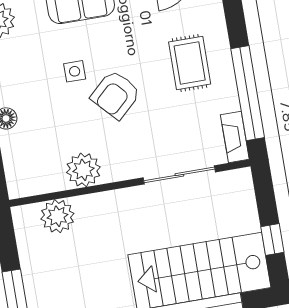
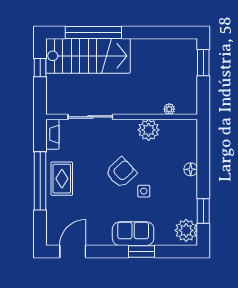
rug: (190, 63) -> (62, 179), moved
window: (248, 93) -> (40, 181), moved
plant: (57, 216) -> (169, 109), width x0.53, depth x0.53

